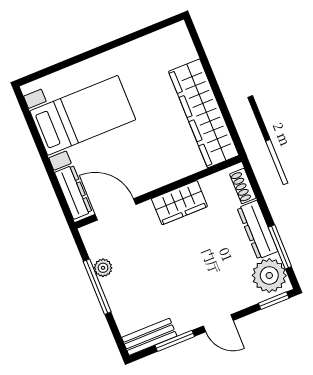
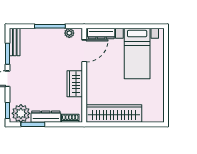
plant: (103, 268) -> (69, 33), moved

